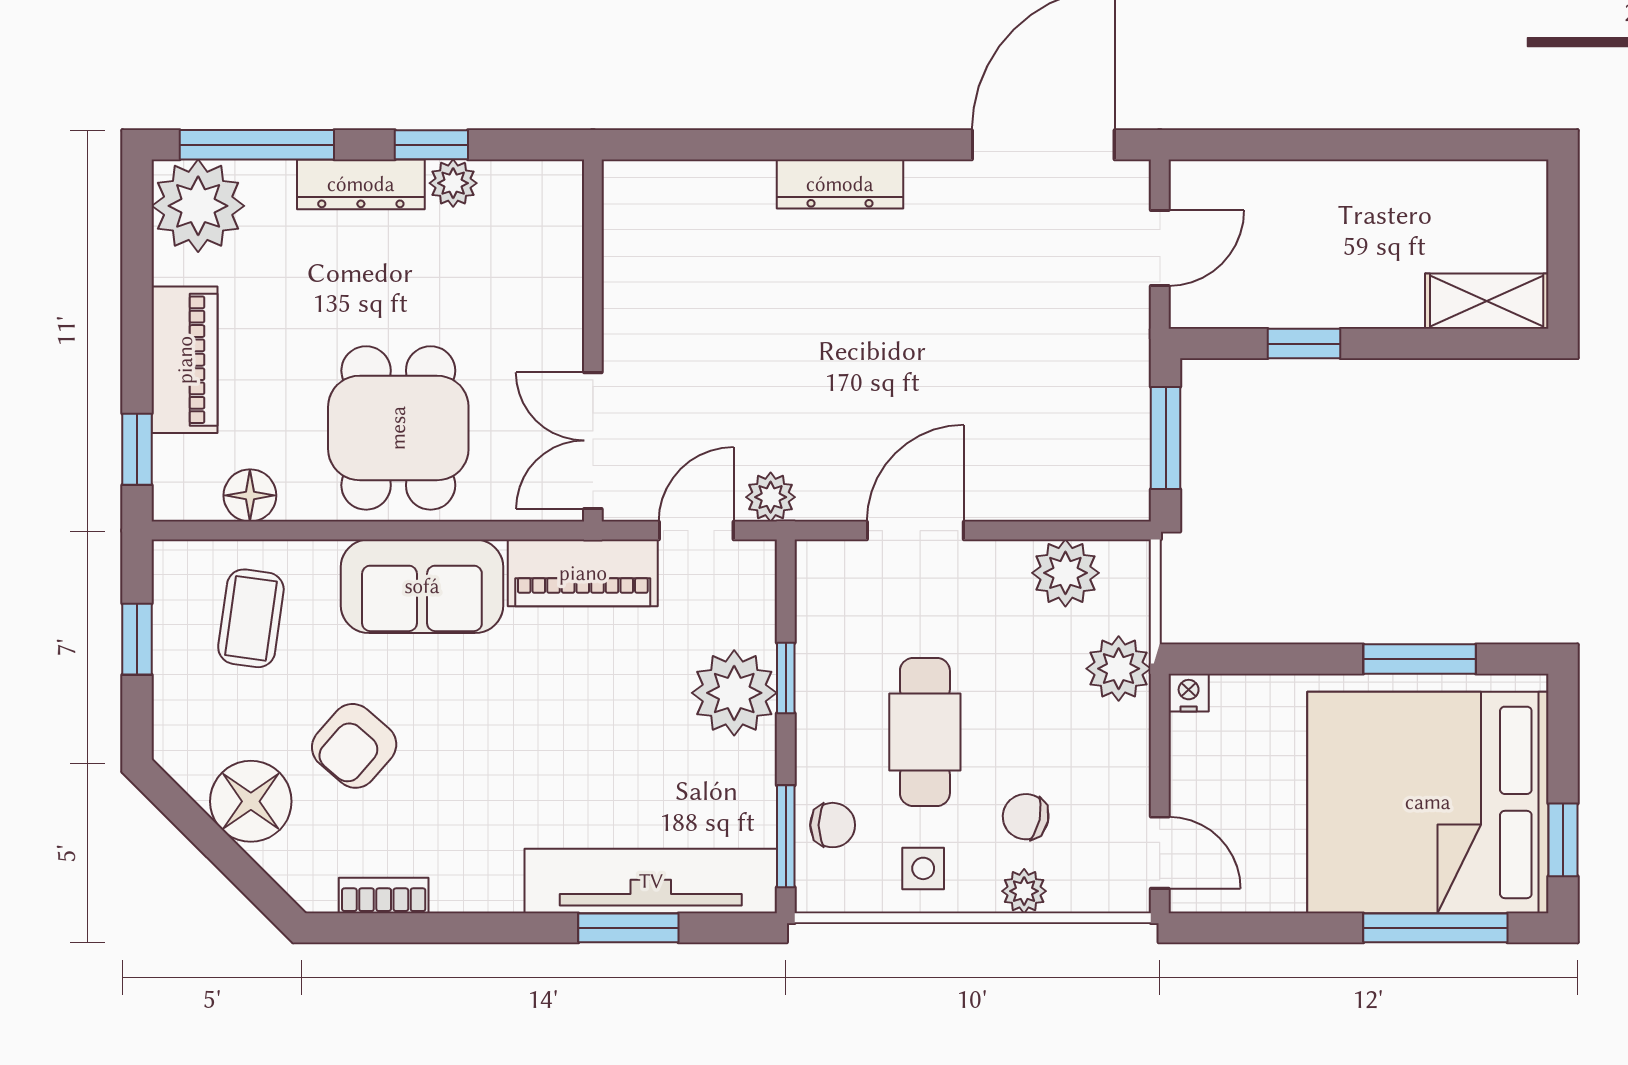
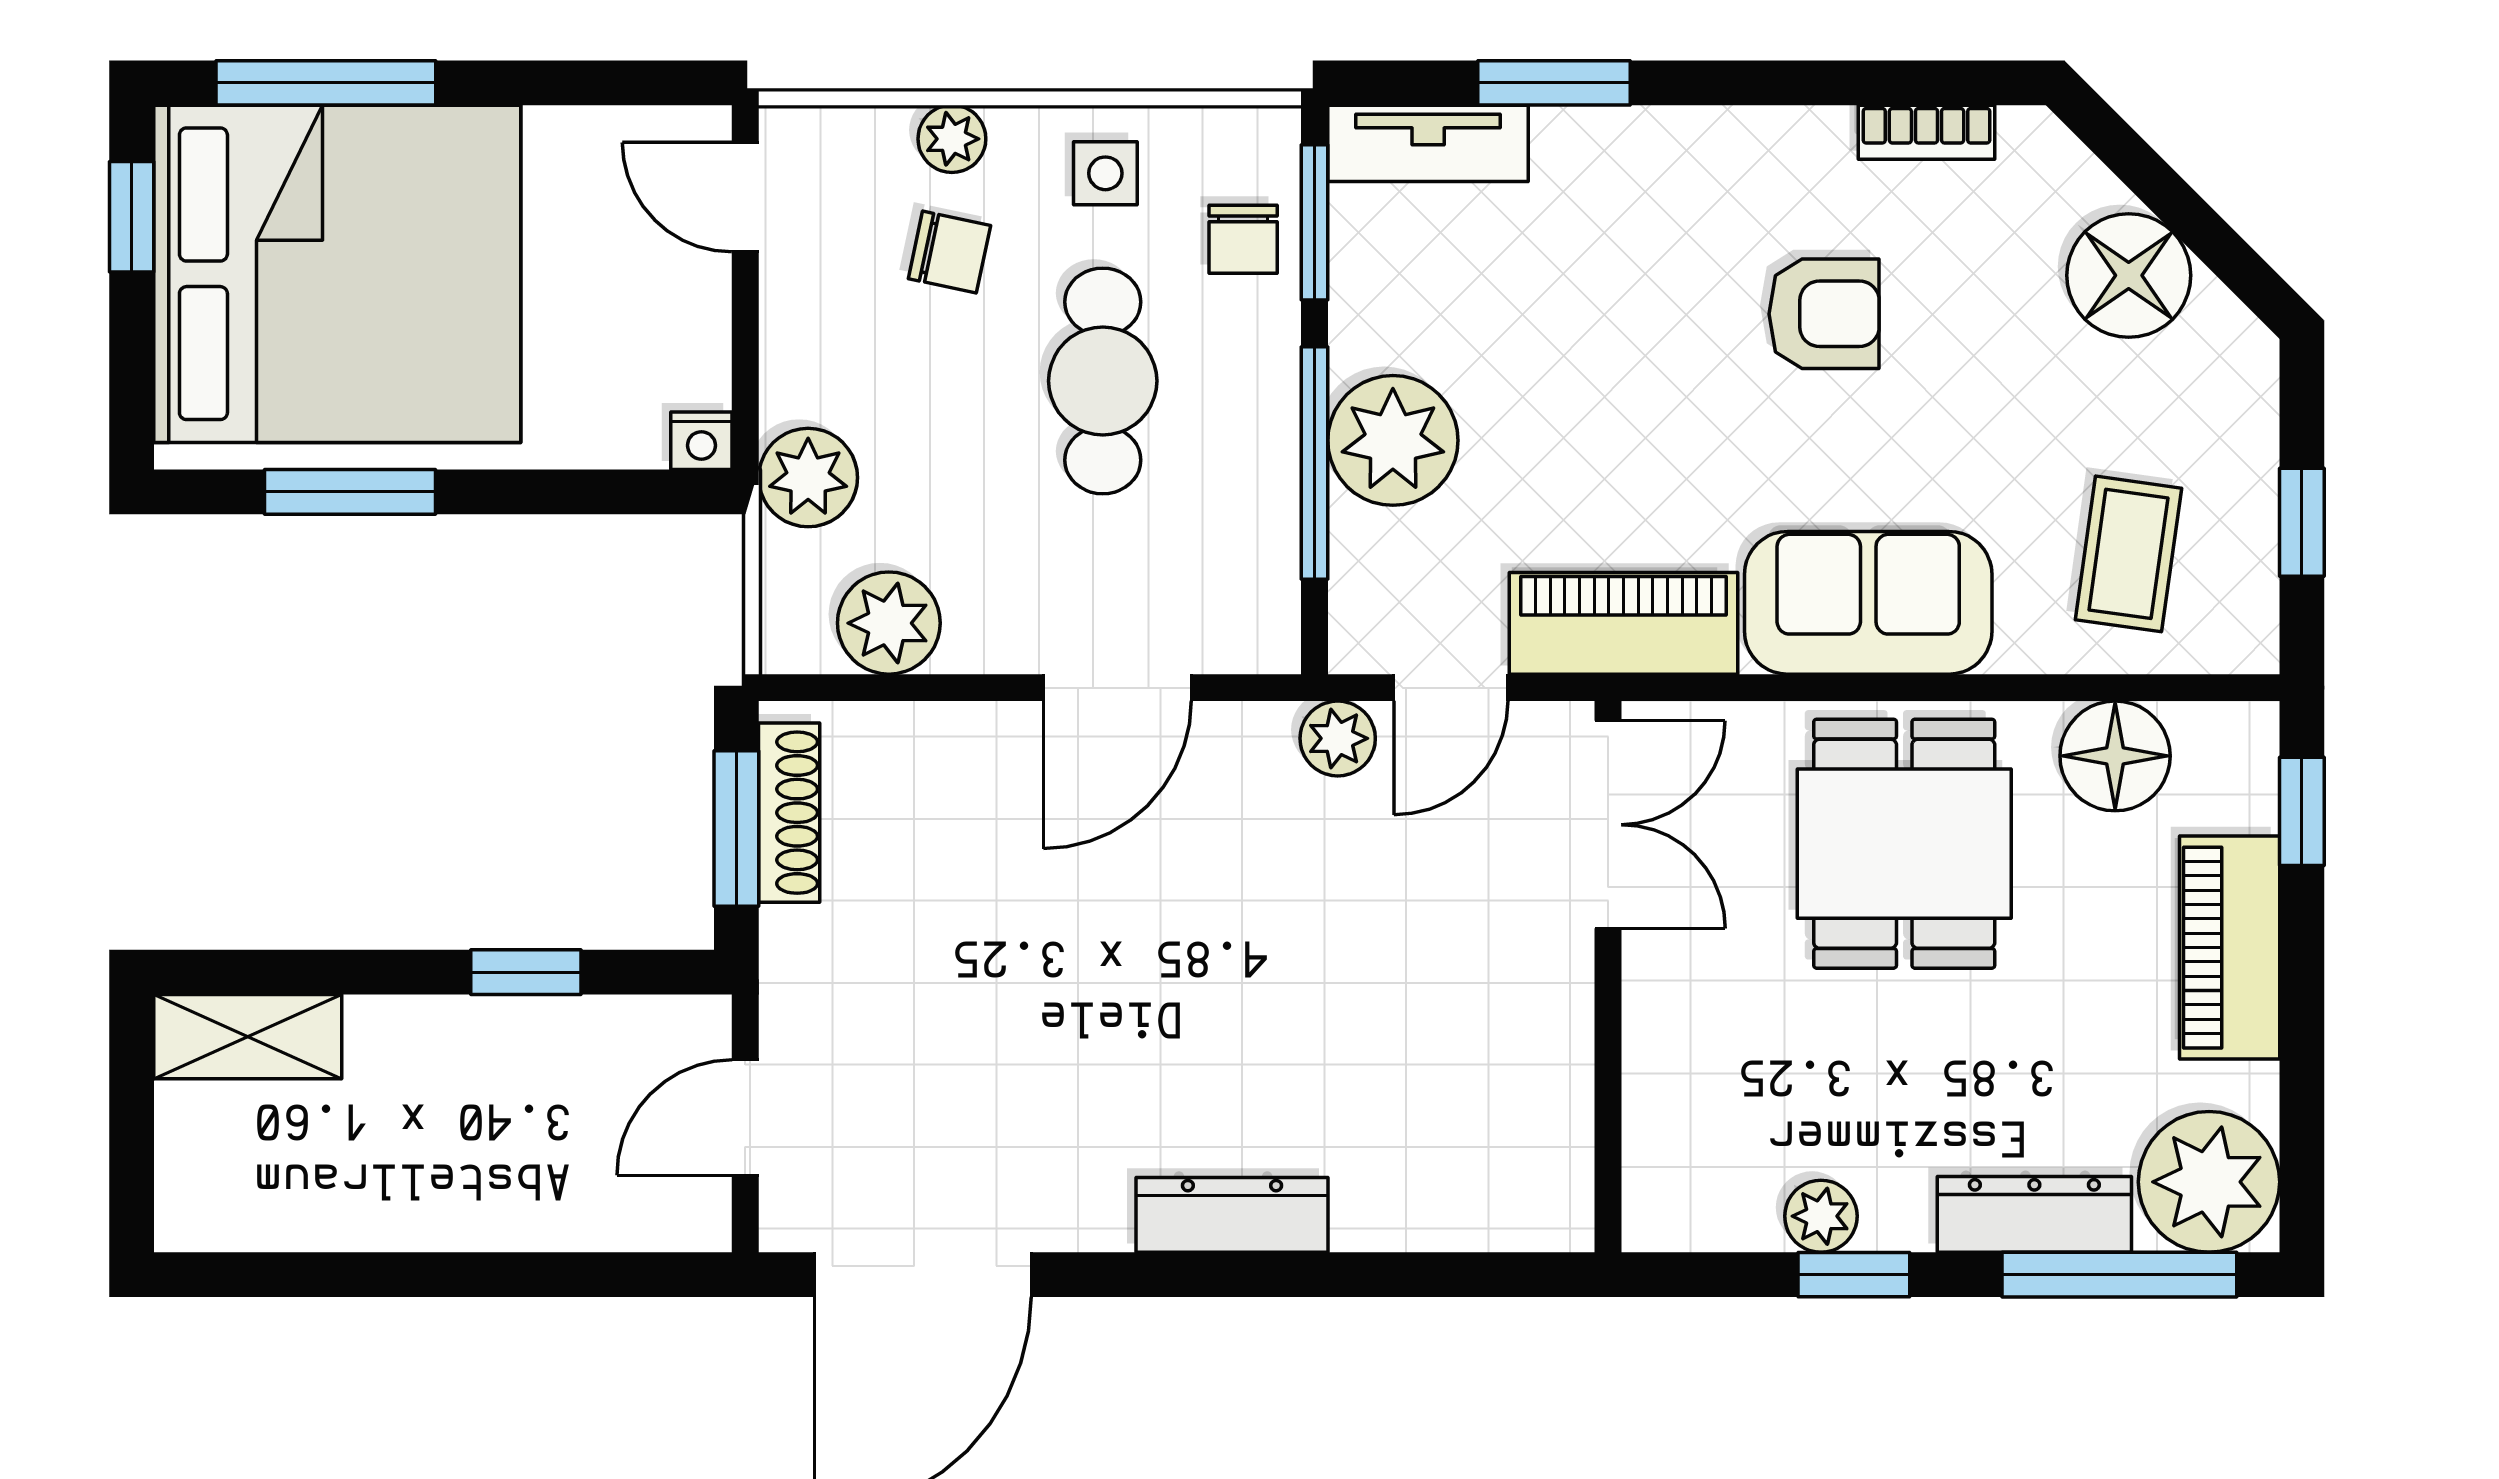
dresser: (361, 184) -> (2034, 1214), moved
shoe rack: (1131, 448) -> (789, 813), added
floor lamp: (250, 495) -> (2115, 756), width x1.38, depth x1.38
window: (786, 678) -> (1315, 463), width x2.17
armchair: (354, 746) -> (1824, 314), moved, turned 49
chair: (833, 825) -> (1243, 239), turned -90
tv unit: (651, 881) -> (1428, 143), width x0.52, depth x0.78

